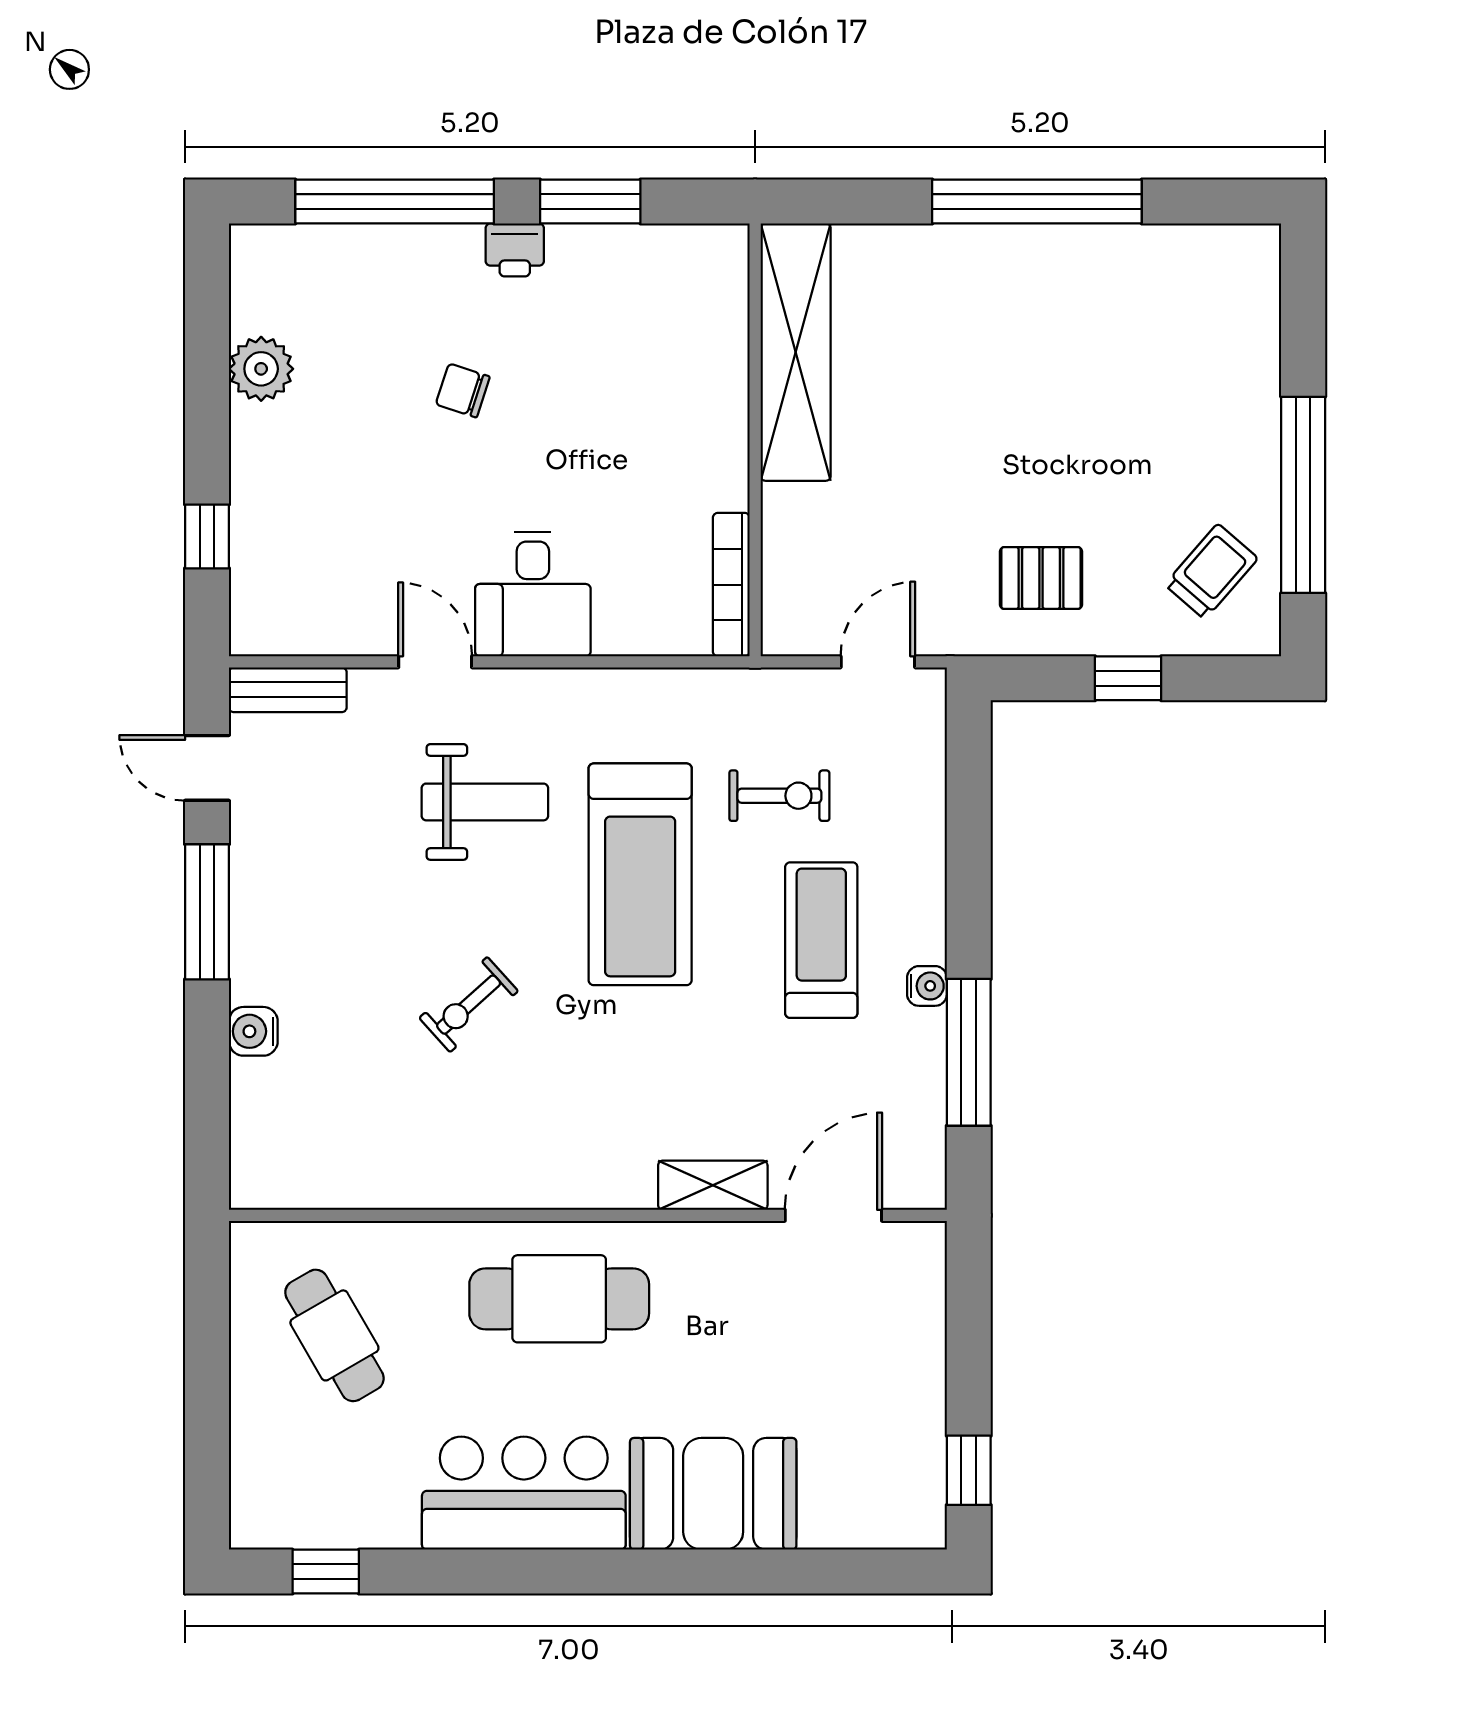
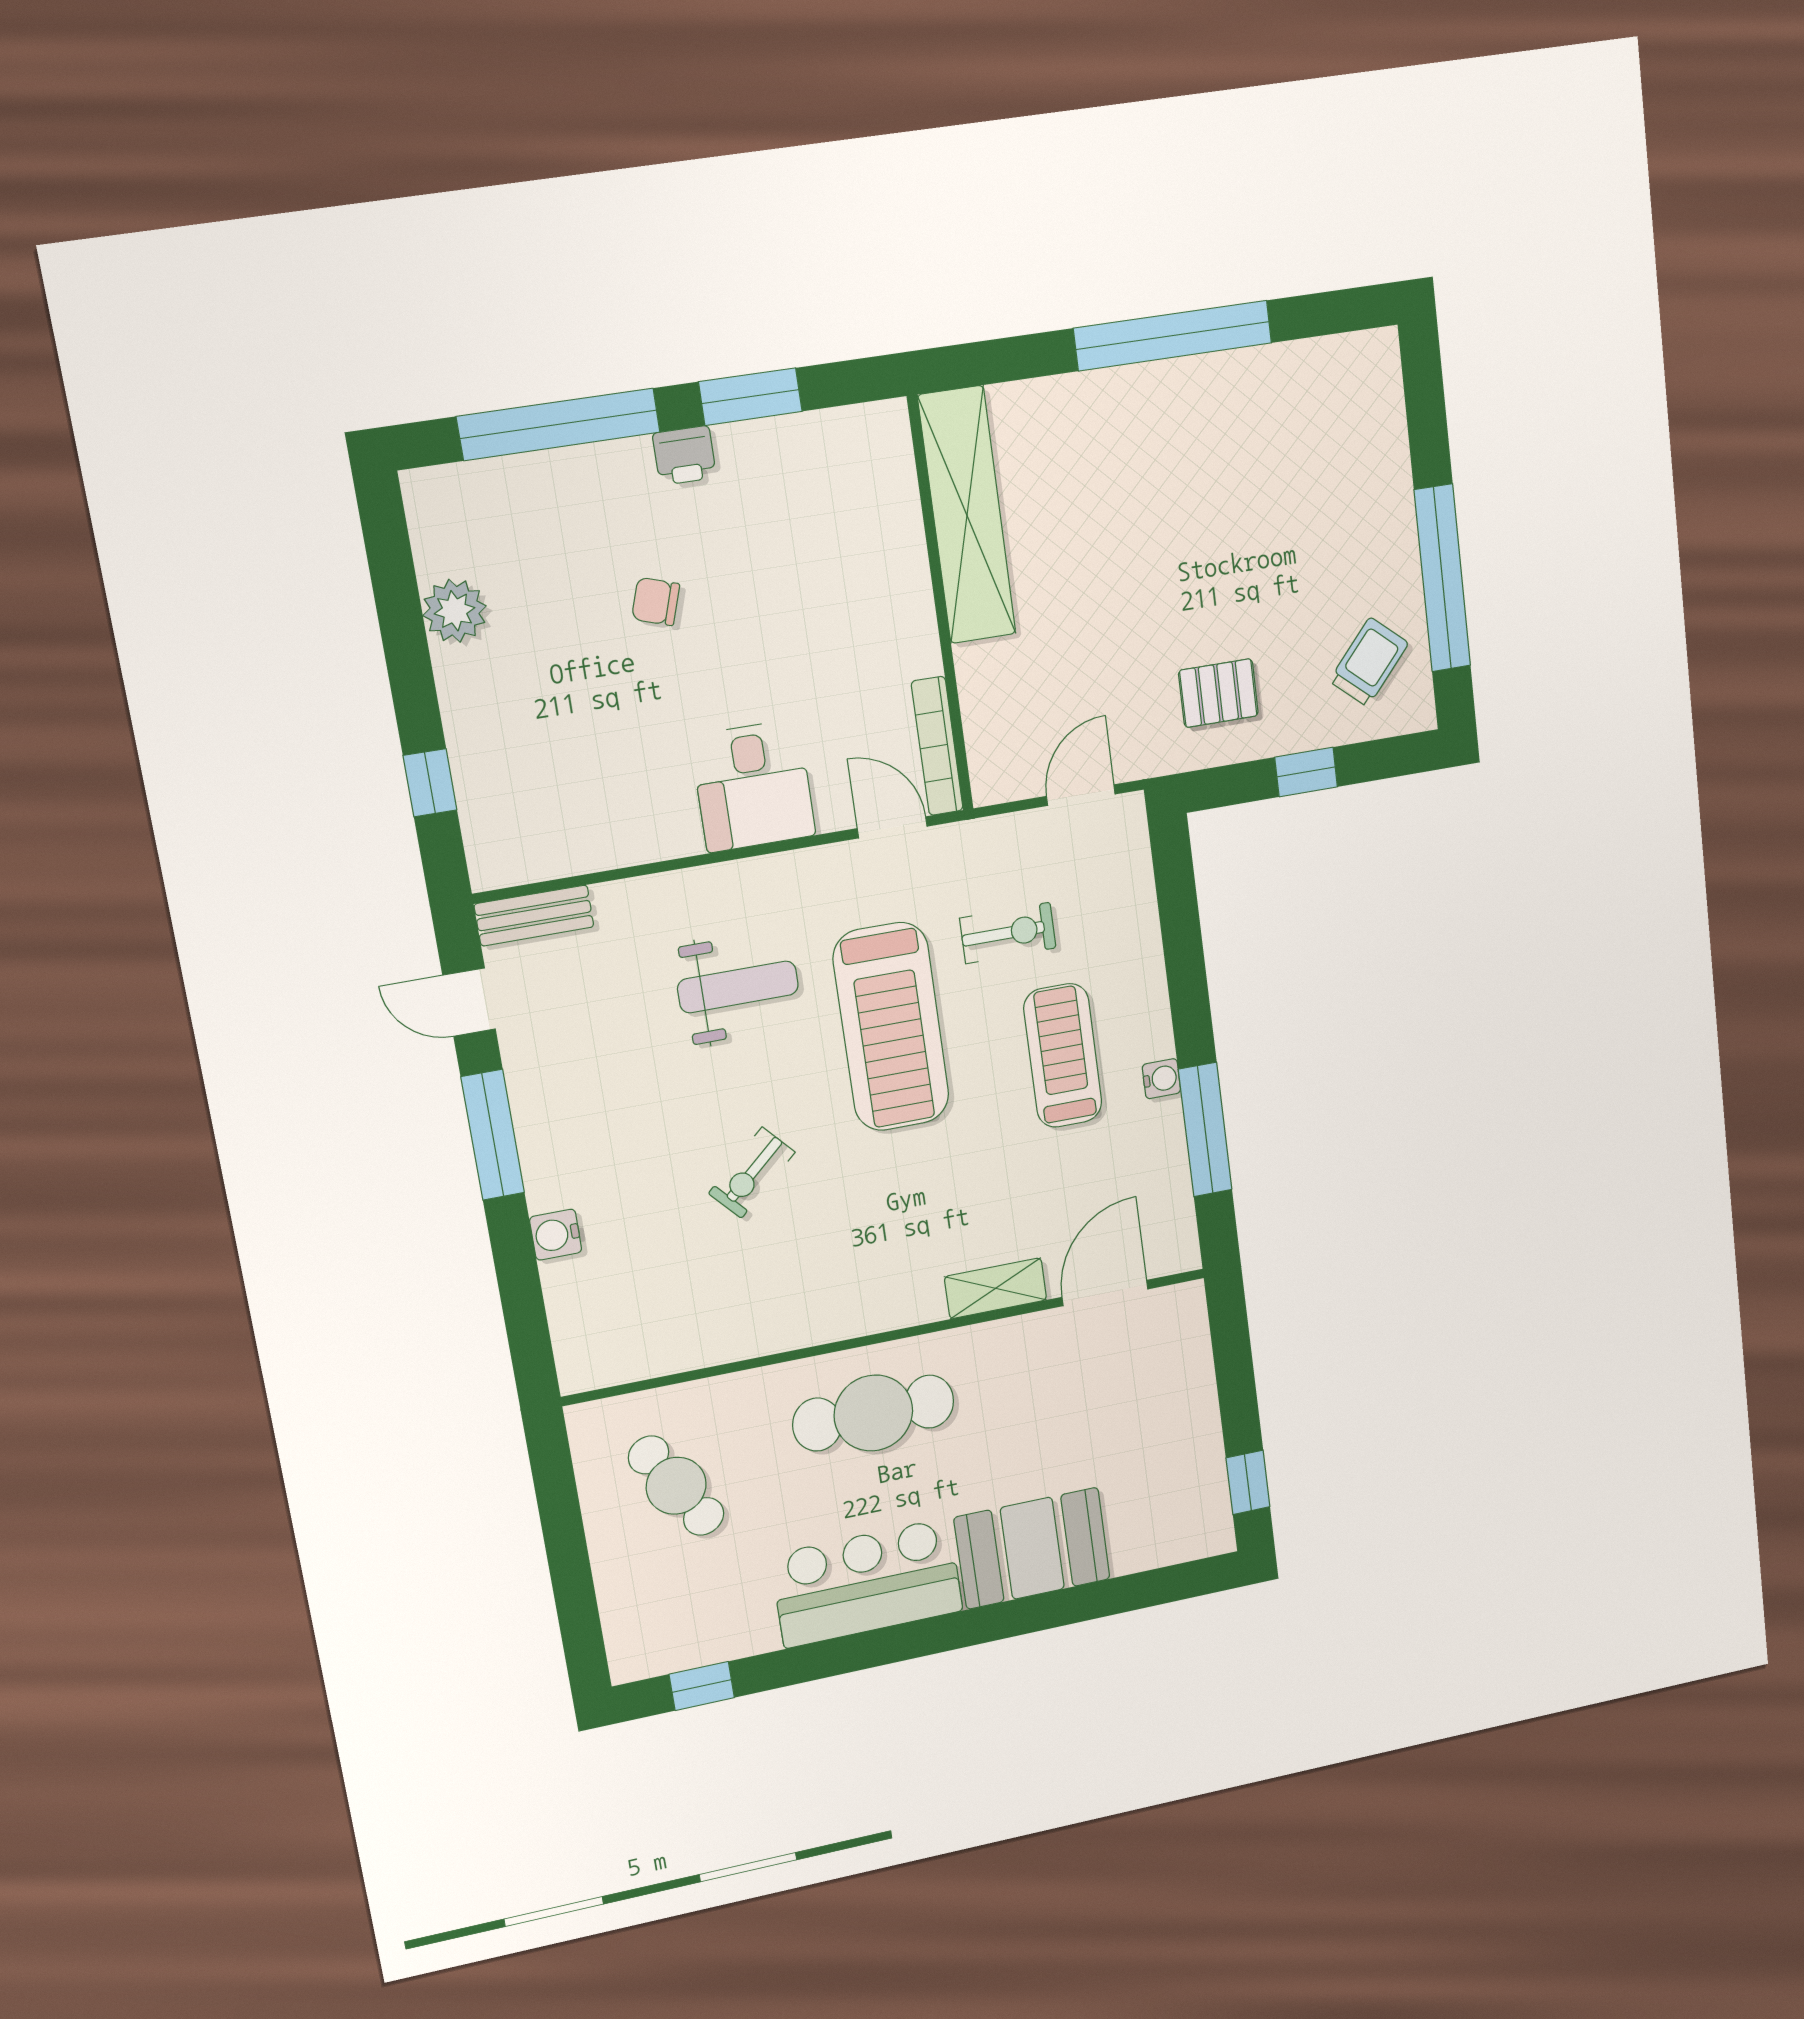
door: (435, 662) -> (892, 827), moved

